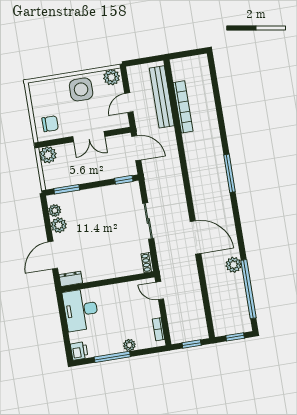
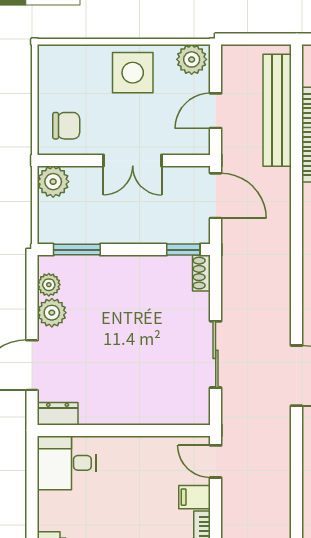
sliding door: (148, 221) -> (216, 354), moved
shoe rack: (147, 263) -> (201, 273), moved
desk: (81, 310) -> (67, 463), width x0.73
filing cabinet: (151, 311) -> (195, 497), added

